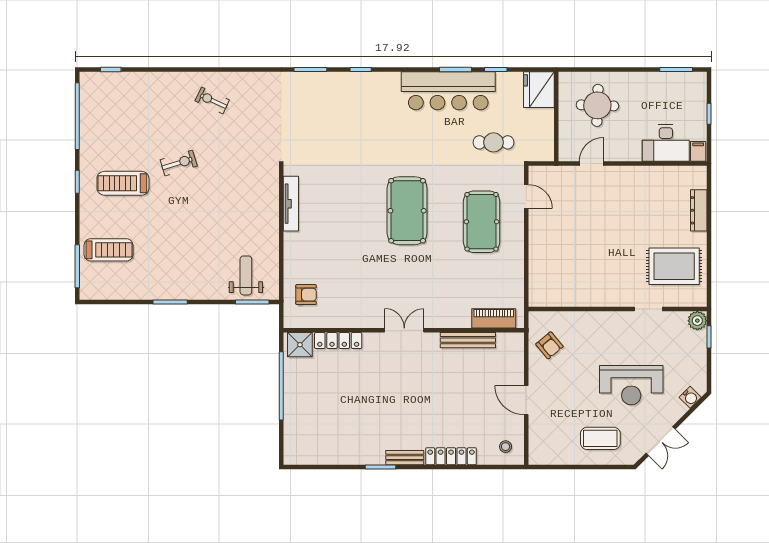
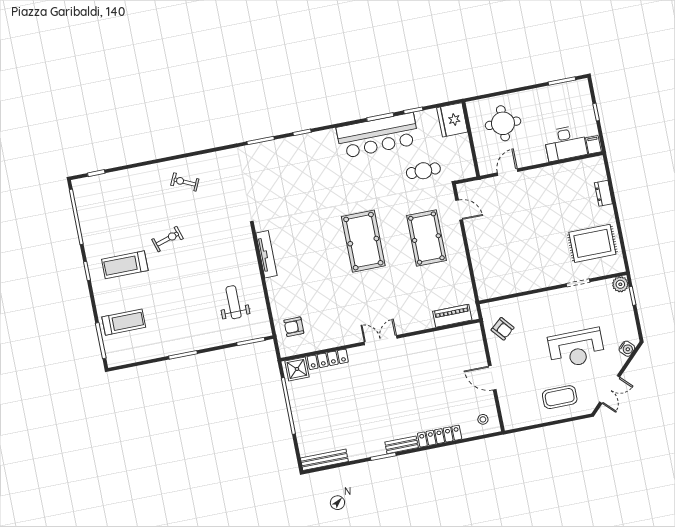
dresser: (699, 210) -> (603, 193), width x0.70
weight bench: (246, 275) -> (234, 302), moved
armchair: (306, 295) -> (294, 327), turned 180
bench: (468, 340) -> (324, 460), moved

